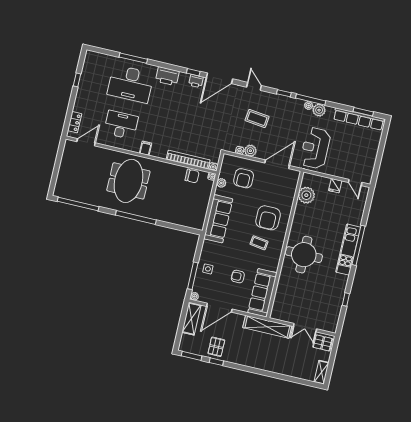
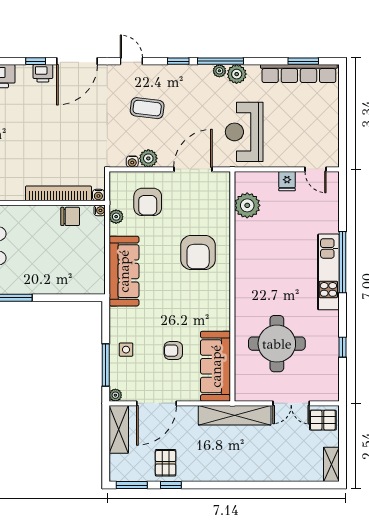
coffee table: (259, 243) -> (193, 293), removed
round table: (304, 255) -> (277, 344), moved

